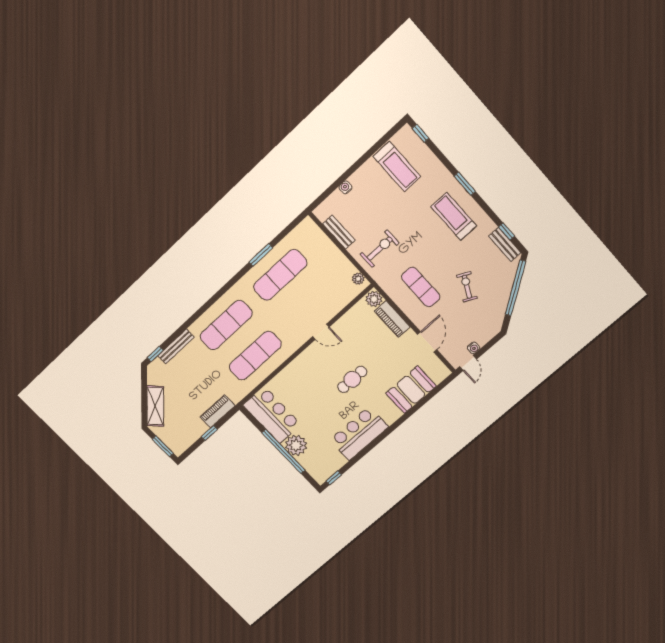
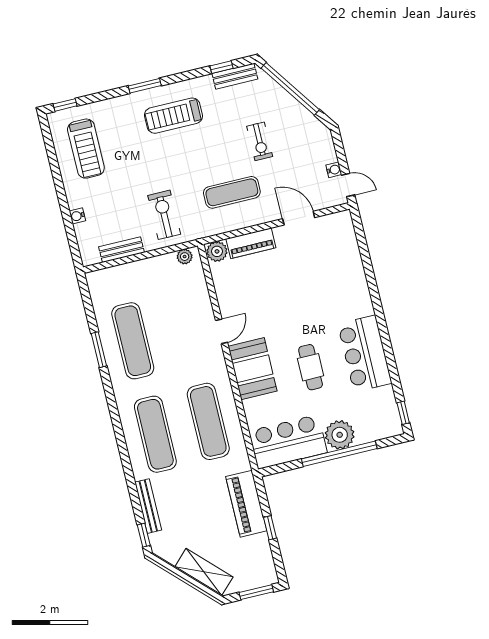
treadmill: (397, 167) -> (86, 149), turned 90
exercise bike: (467, 287) -> (260, 141), turned -117
cafe table: (352, 379) -> (311, 367), moved
booth: (411, 390) -> (253, 369), moved
piano: (218, 411) -> (246, 504), width x1.37, depth x1.33

